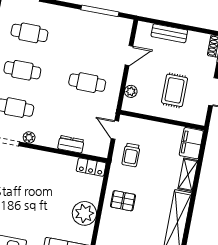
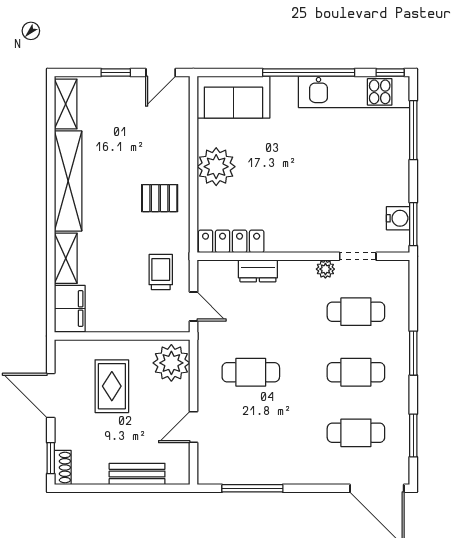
plant: (131, 91) -> (171, 363), width x1.88, depth x1.88
locker: (91, 167) -> (231, 241), width x1.53

